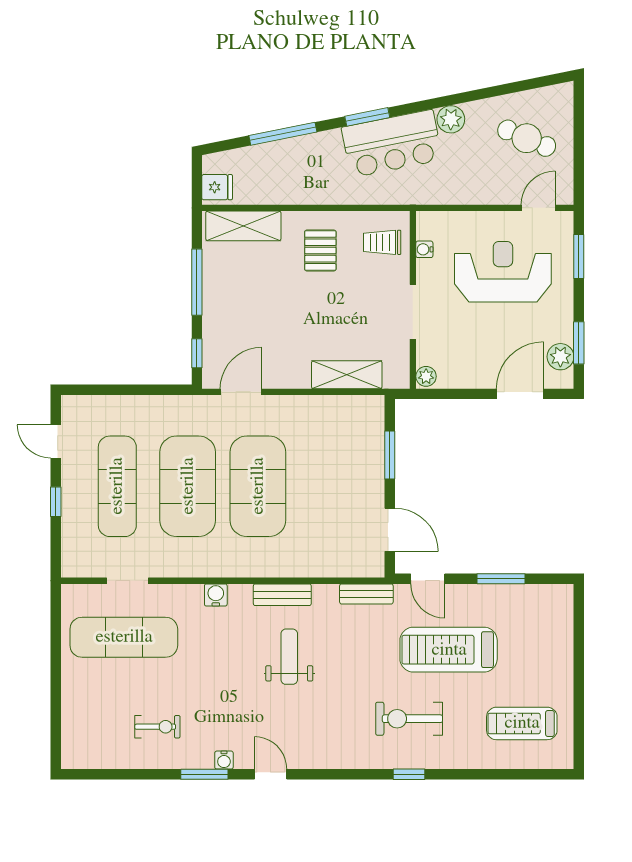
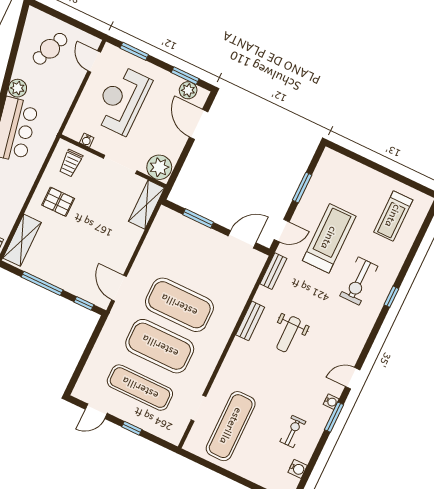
shelving: (347, 375) -> (147, 205), moved
plant: (426, 376) -> (159, 167), width x1.88, depth x1.88
water cooler: (216, 595) -> (298, 469), moved, turned 180
treadmill: (449, 650) -> (329, 238), turned 180
weight bench: (289, 657) -> (289, 334), turned -90

